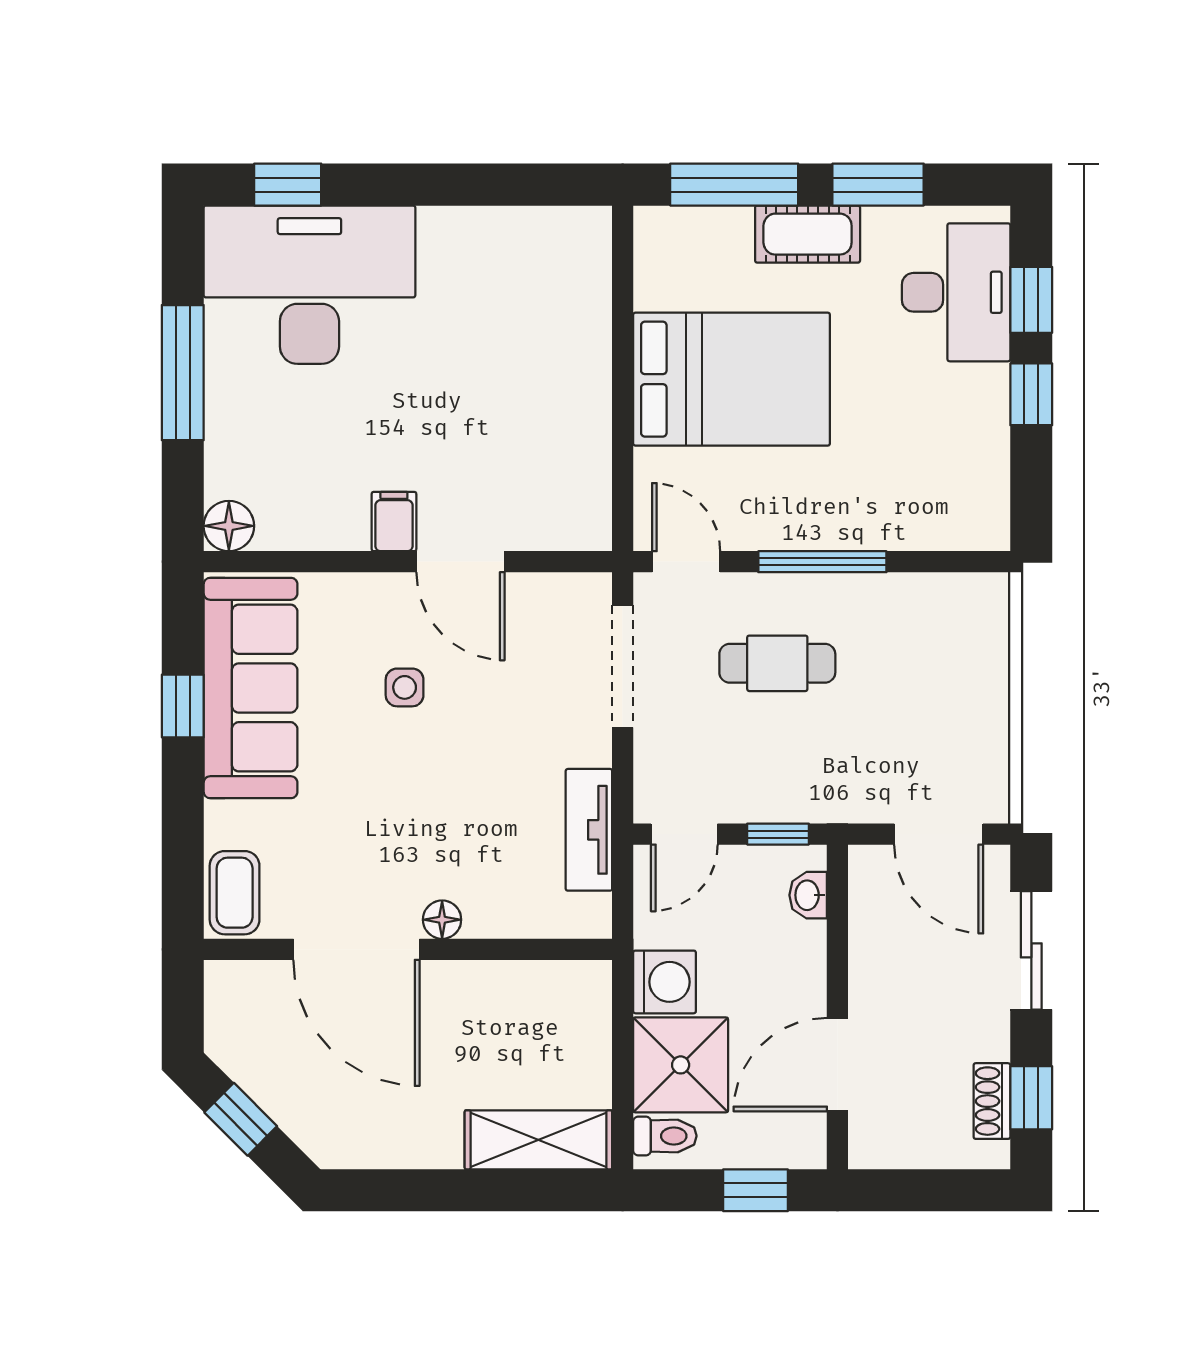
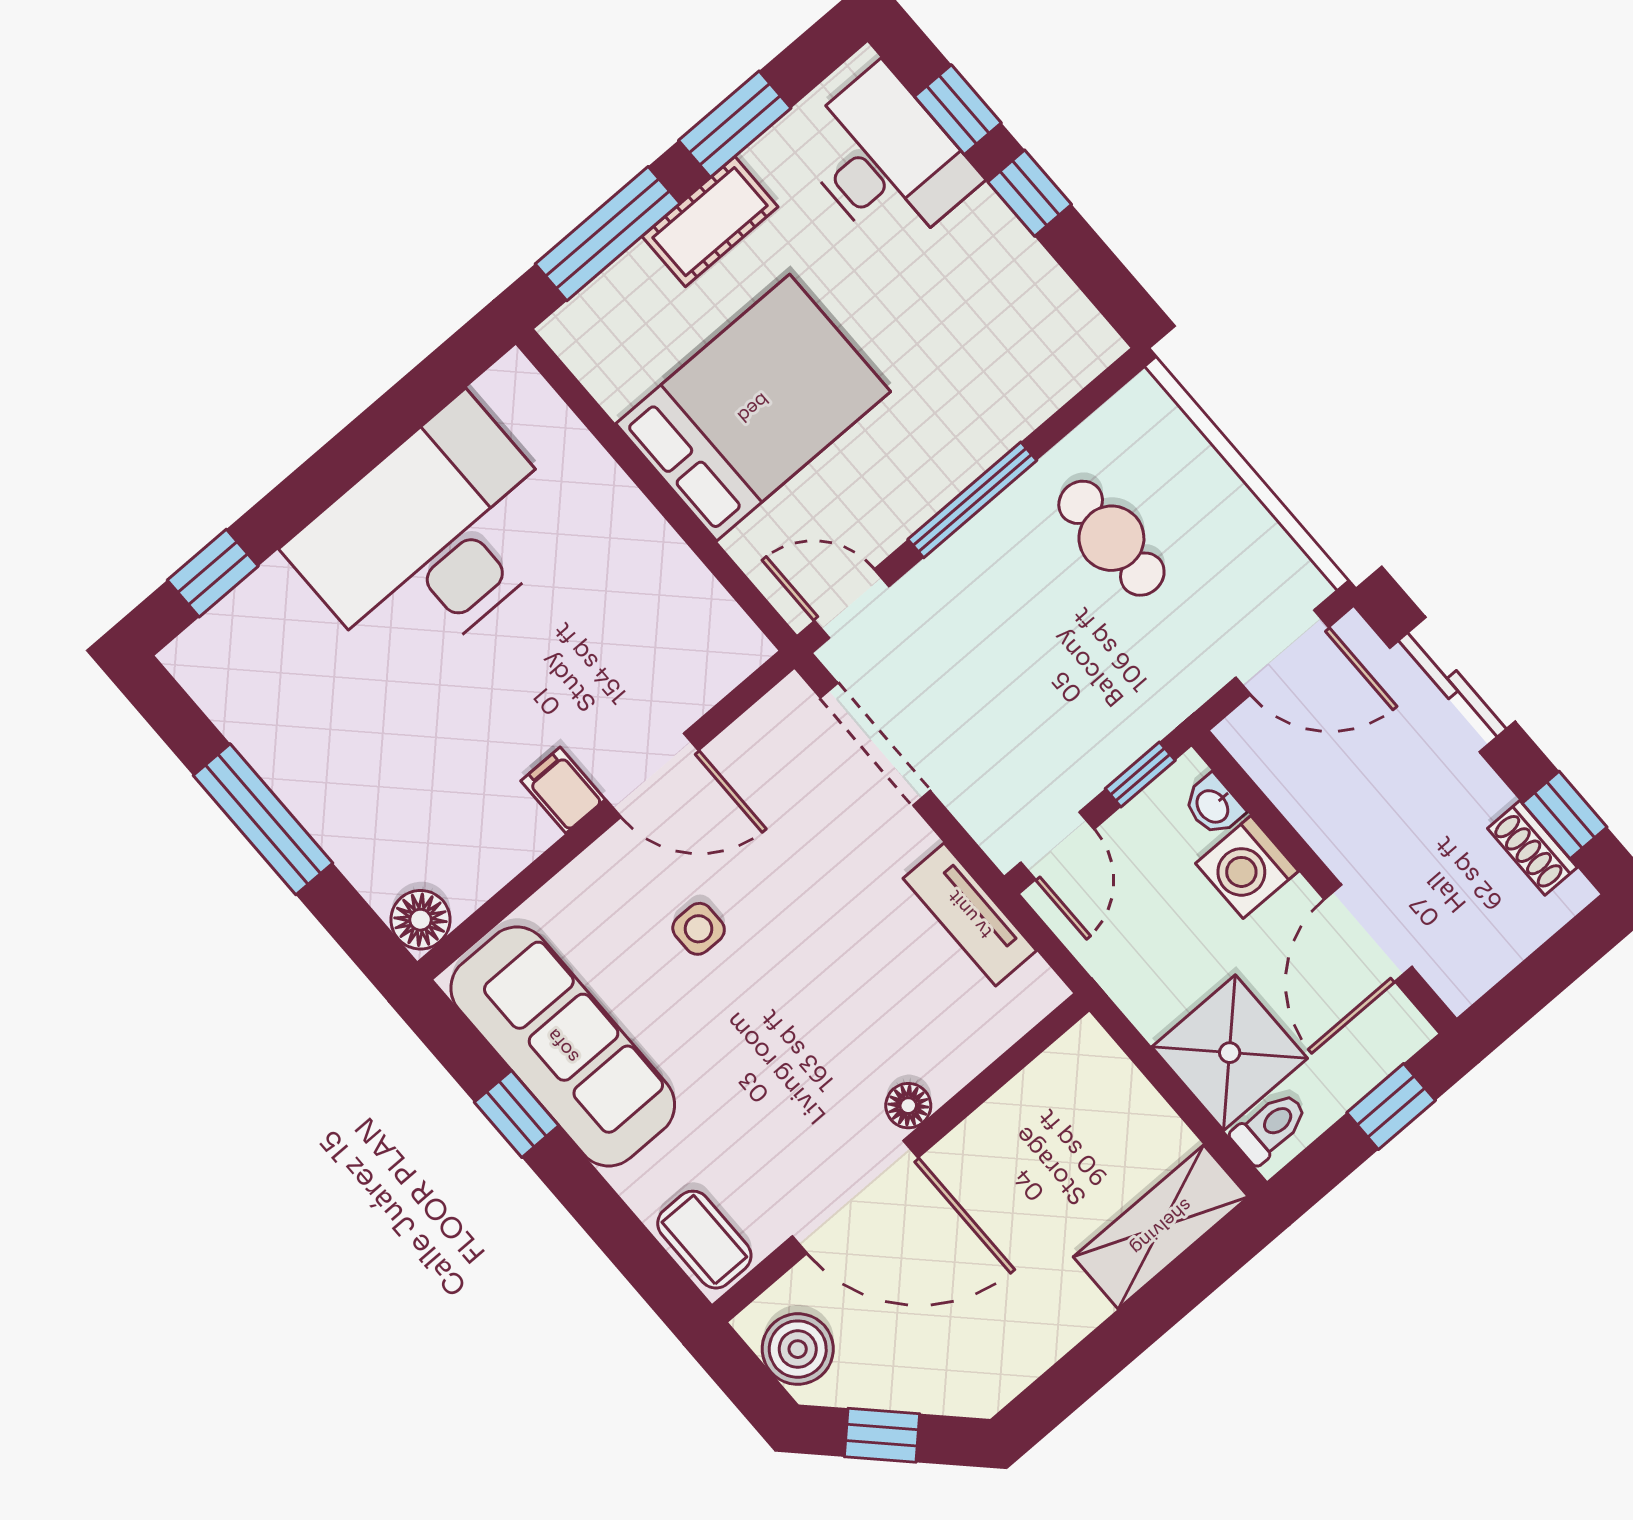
desk: (309, 285) -> (432, 538), moved
cafe table: (777, 663) -> (1111, 538), moved, turned 90
washing machine: (665, 982) -> (1247, 867), moved, turned 180
boiler: (234, 1016) -> (798, 1349), added

